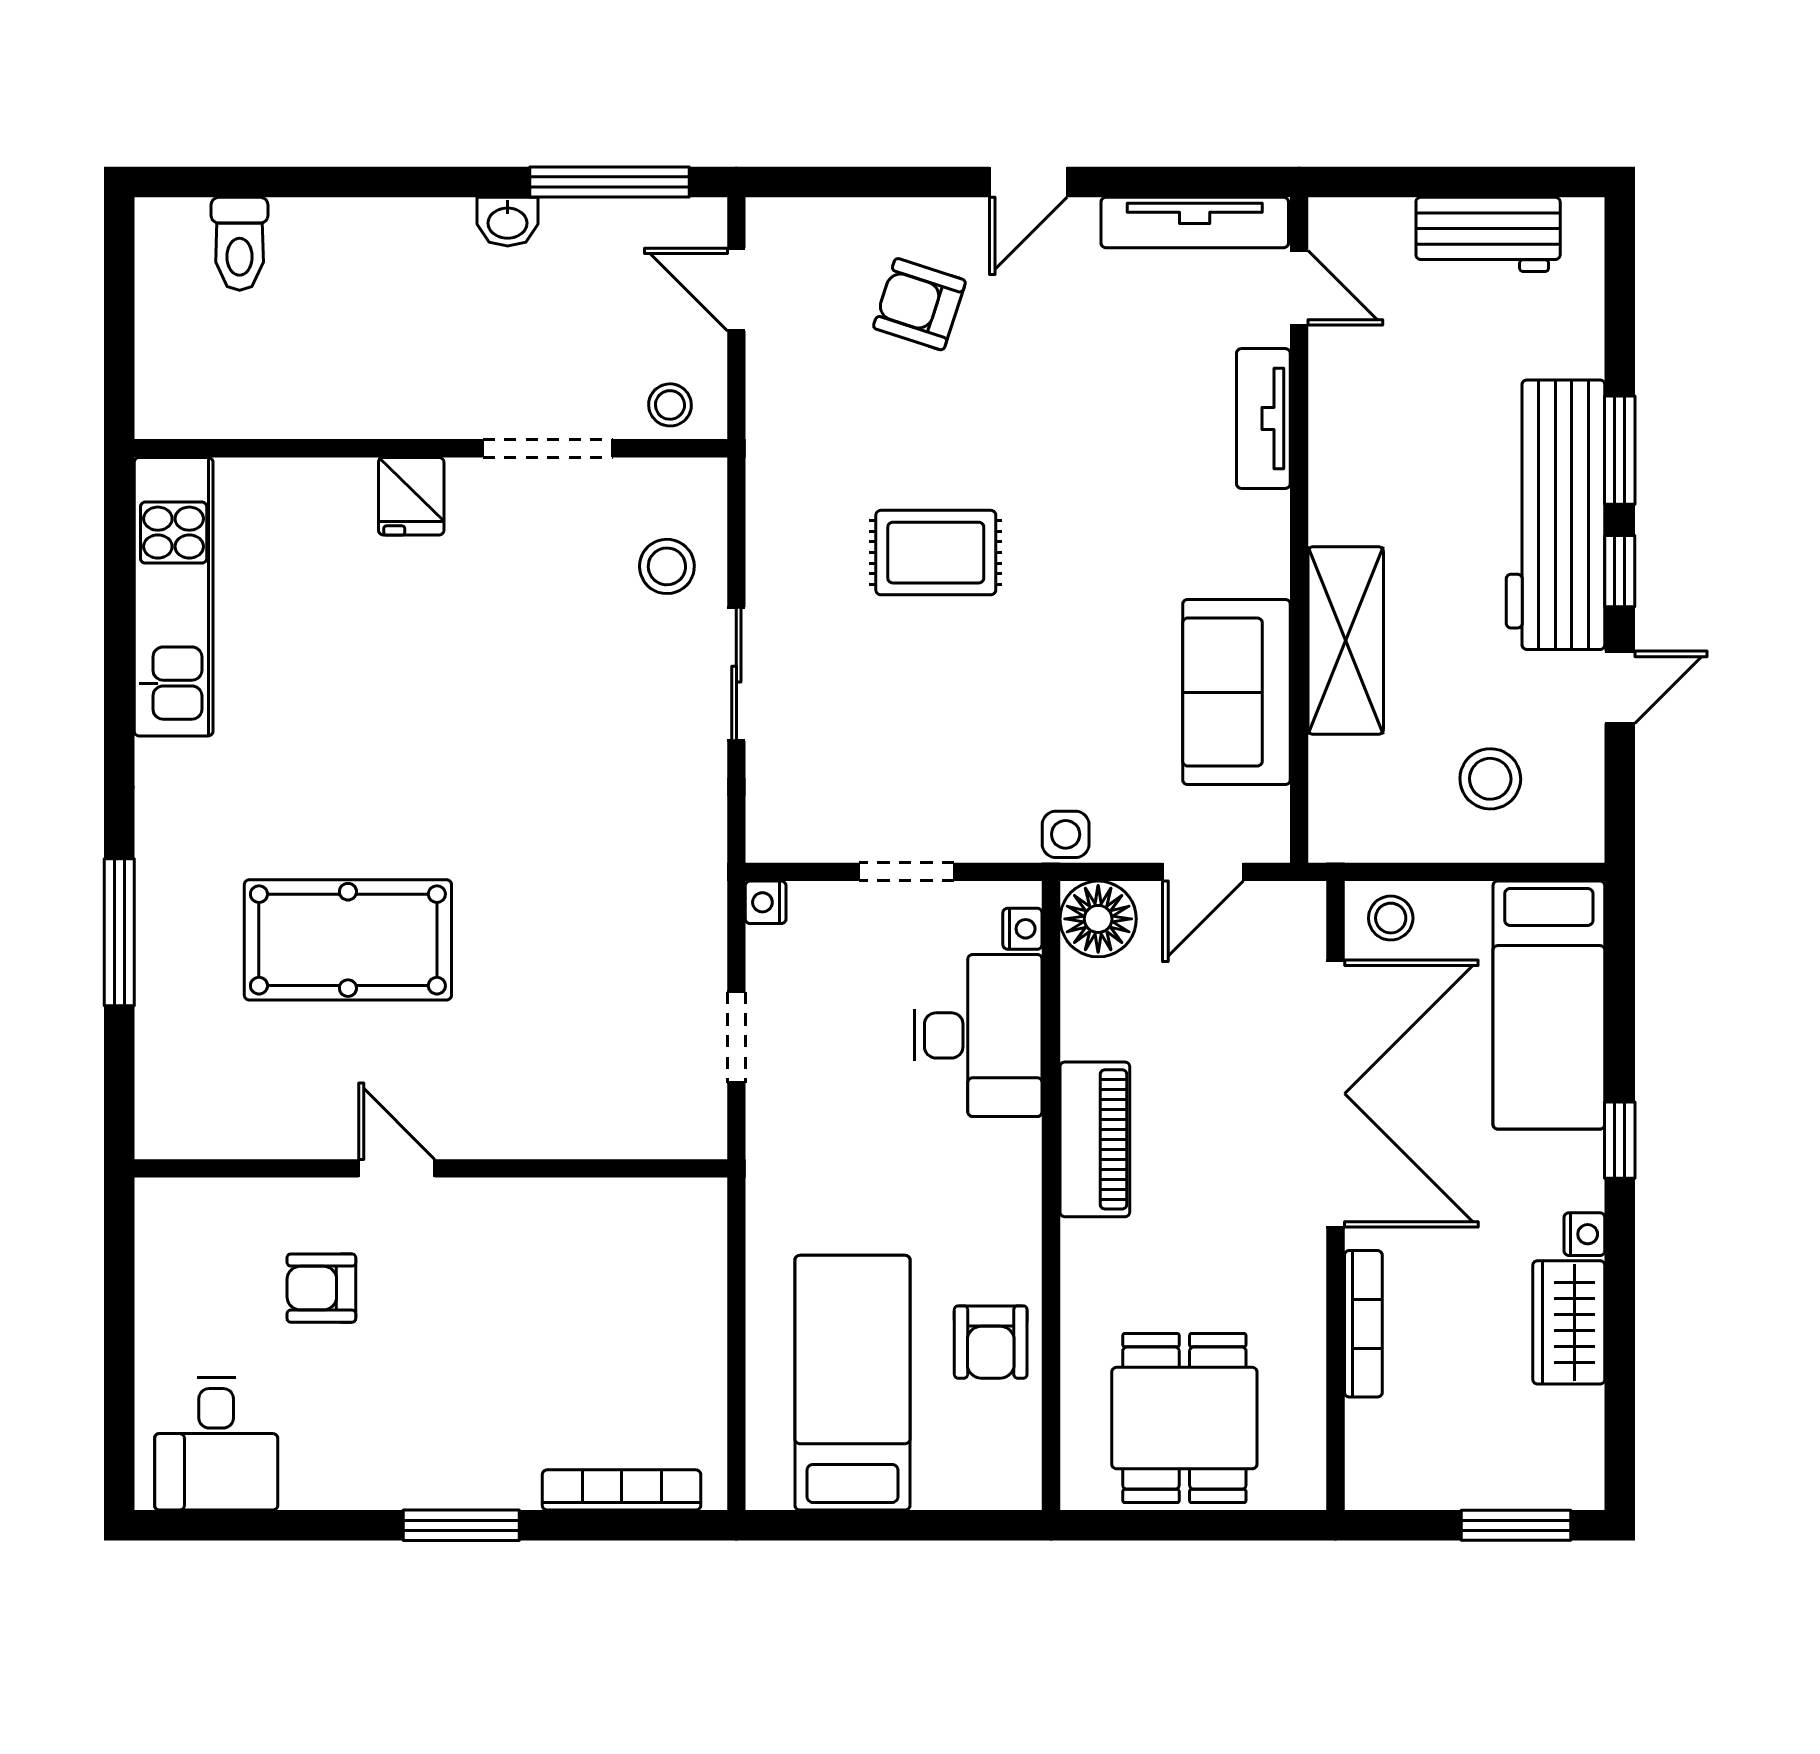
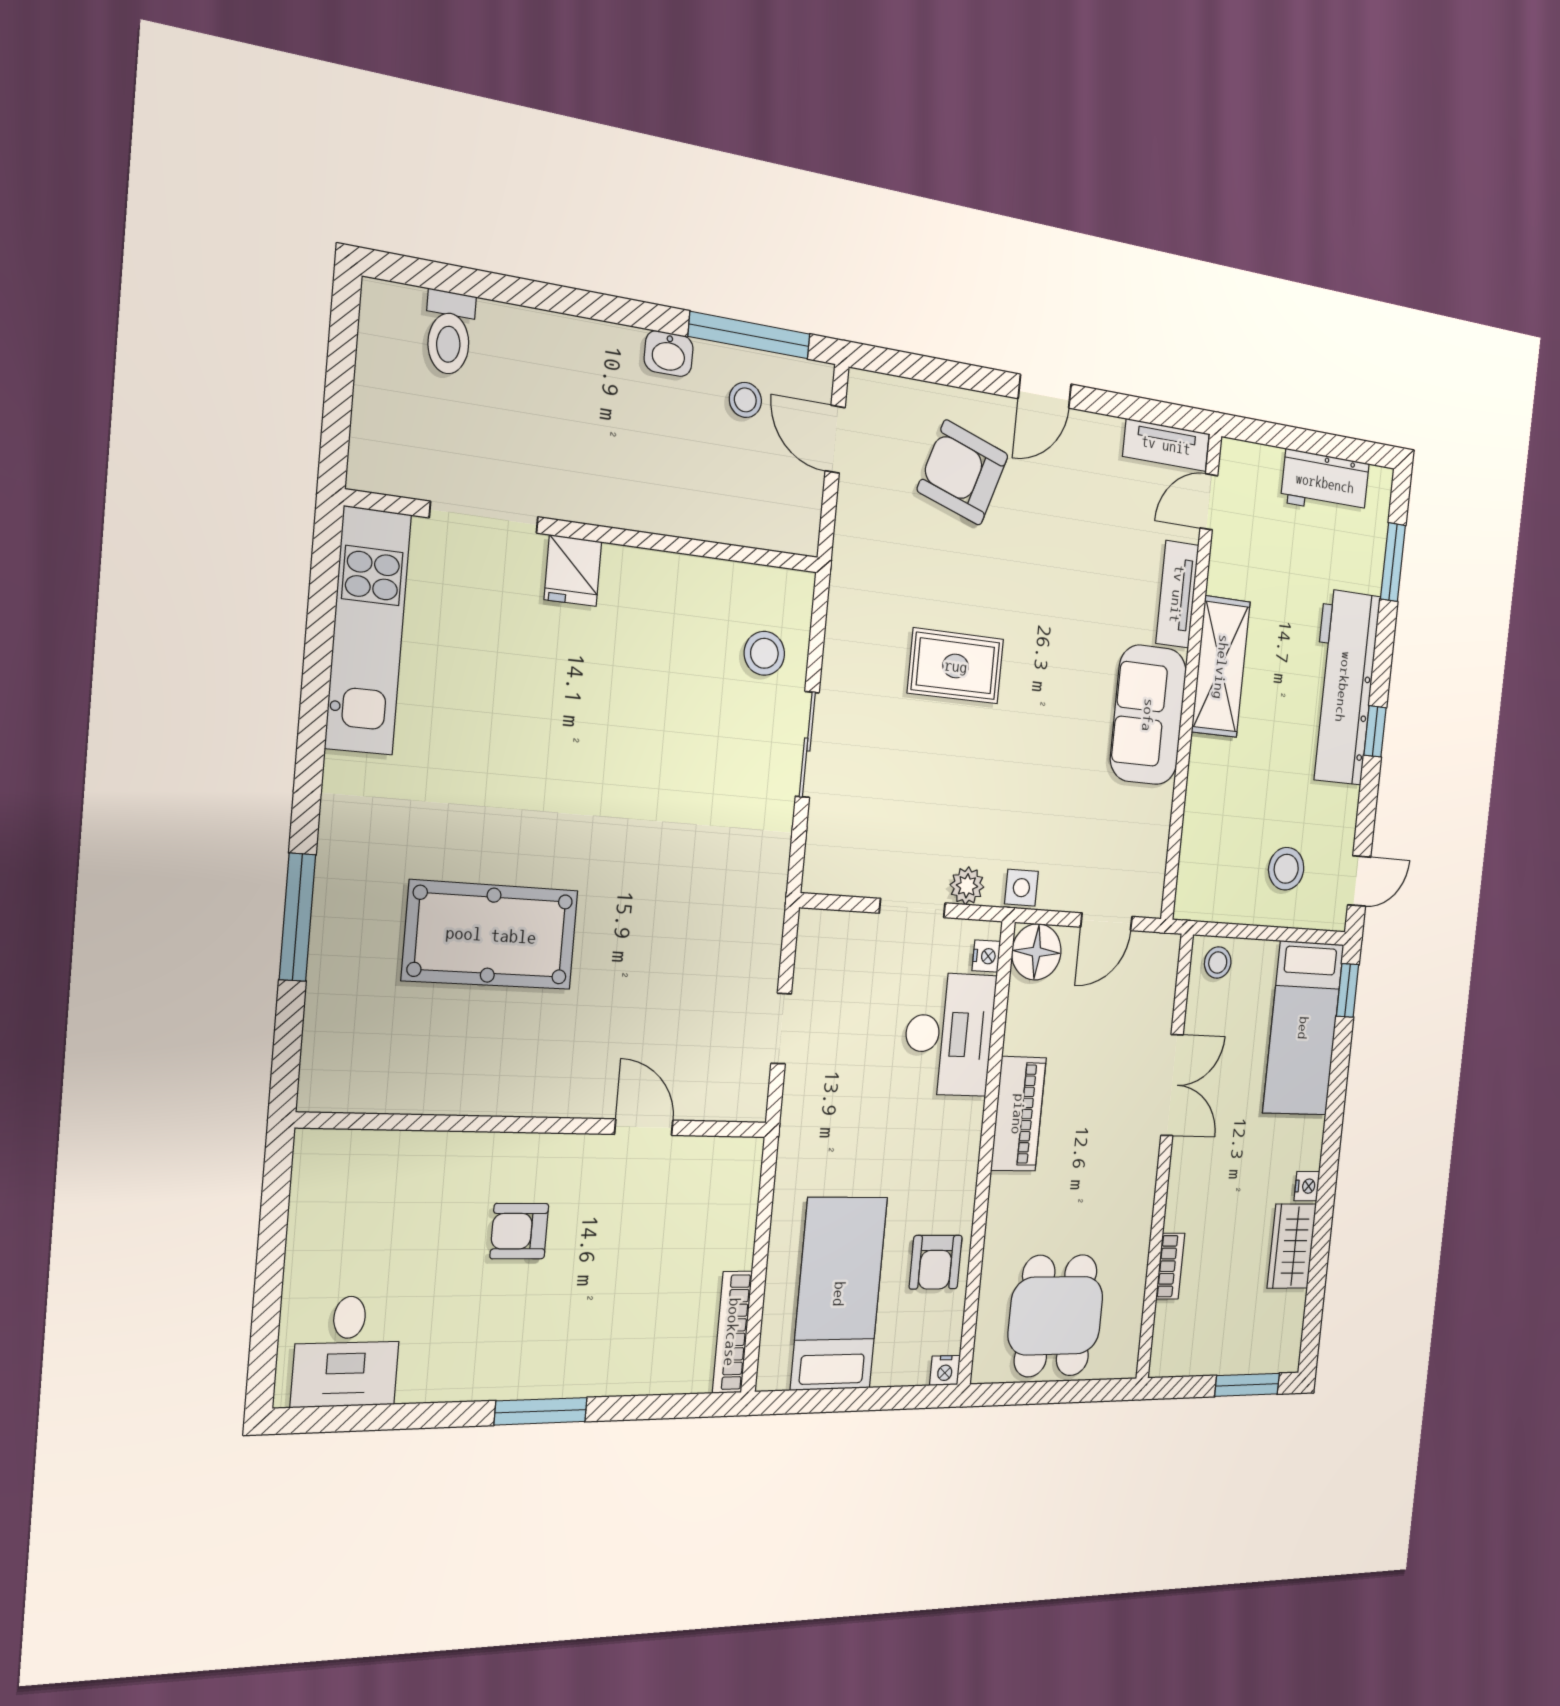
tv unit: (1195, 223) -> (1166, 445), width x0.71
door: (1299, 288) -> (1209, 502), swing flipped
armchair: (919, 304) -> (963, 473), width x1.38, depth x1.38
stool: (670, 405) -> (745, 400), moved
doorway: (547, 448) -> (484, 517), moved
window: (1620, 450) -> (1393, 562), moved
shelving: (1346, 641) -> (1221, 667), moved
door: (1620, 687) -> (1359, 881), moved
sofa: (1236, 692) -> (1148, 715), moved
plant: (984, 837) -> (967, 886), added
nightstand: (766, 902) -> (945, 1370), moved, turned -90
double door: (1335, 1094) -> (1172, 1085), width x0.54
window: (1620, 1140) -> (1348, 990), moved
door: (397, 1168) -> (644, 1127), moved
armchair: (321, 1288) -> (519, 1231), moved
bookcase: (1363, 1324) -> (1170, 1266), width x0.64
bookcase: (622, 1490) -> (732, 1332), moved, turned -90

